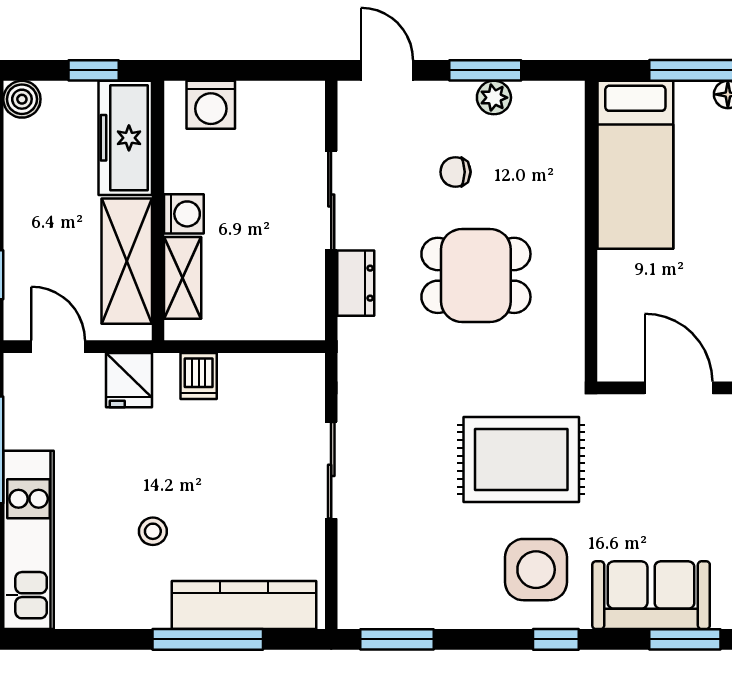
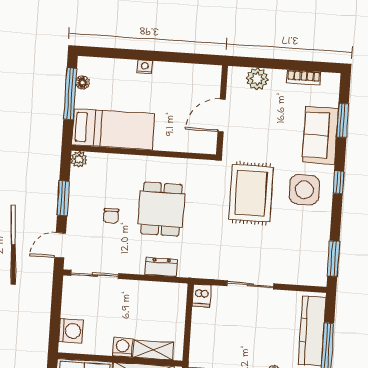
plant: (494, 98) -> (79, 159), moved
sliding door: (331, 201) -> (95, 274), moved
dishwasher: (199, 376) -> (202, 296), moved, turned 90

